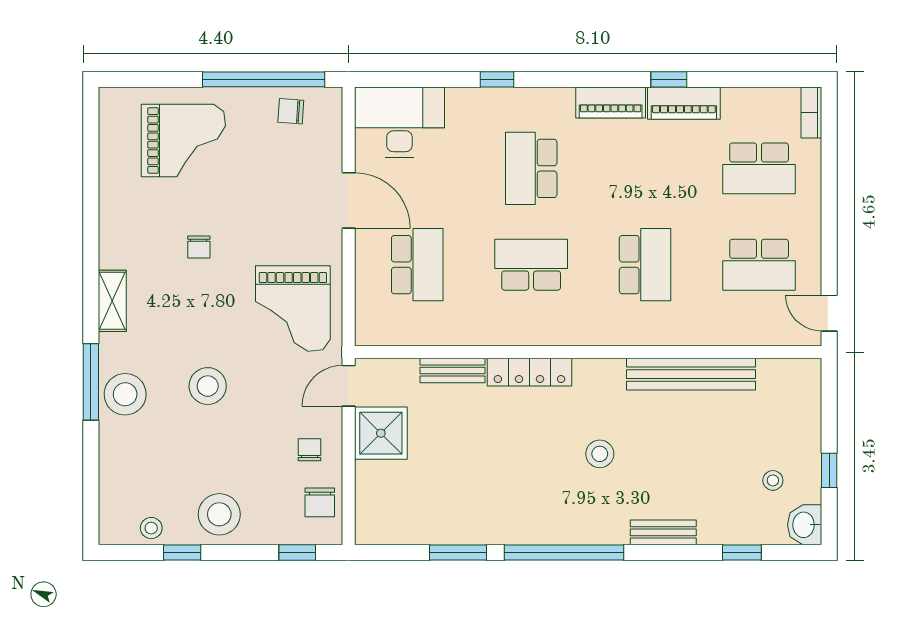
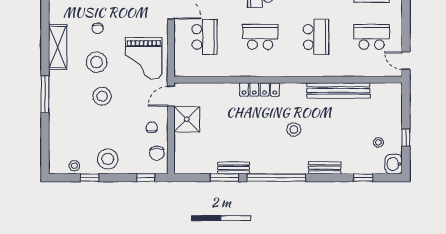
school desk: (759, 265) -> (372, 37), turned 180
shelving: (112, 301) -> (58, 47), width x1.50, depth x1.33
bench: (453, 371) -> (234, 168), moved
stool: (125, 394) -> (96, 62), moved

